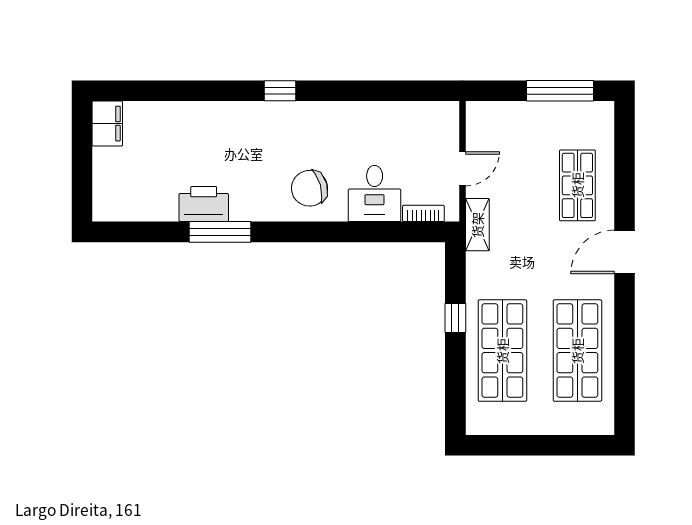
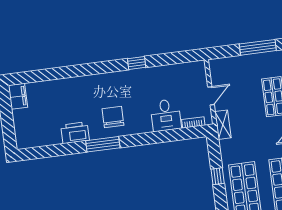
window: (280, 91) -> (137, 63), moved
chair: (309, 188) -> (113, 117), moved, turned 106
window: (220, 232) -> (103, 144), moved

